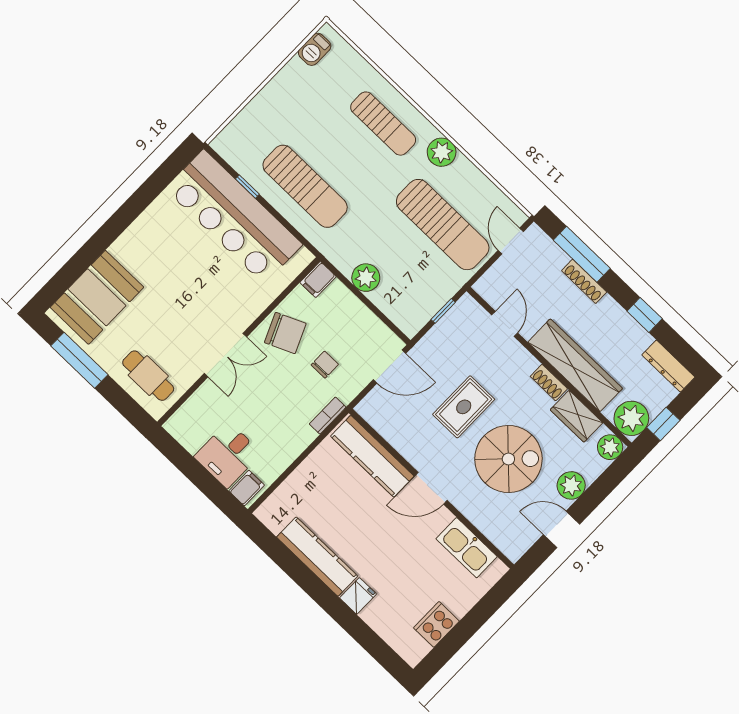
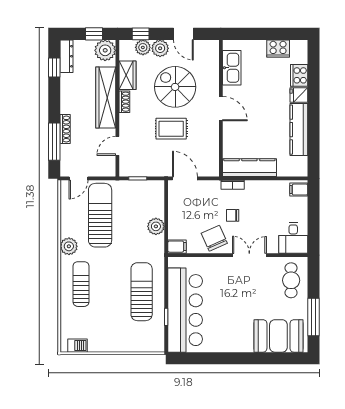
window: (645, 315) -> (54, 67), moved
chair: (325, 365) -> (233, 215), moved
plant: (610, 447) -> (143, 47), moved
desk: (228, 455) -> (293, 238), moved, turned 90
kitchen counter: (372, 456) -> (249, 168), moved, turned -90
window: (610, 479) -> (141, 34), added
cooker: (381, 619) -> (299, 75), added

